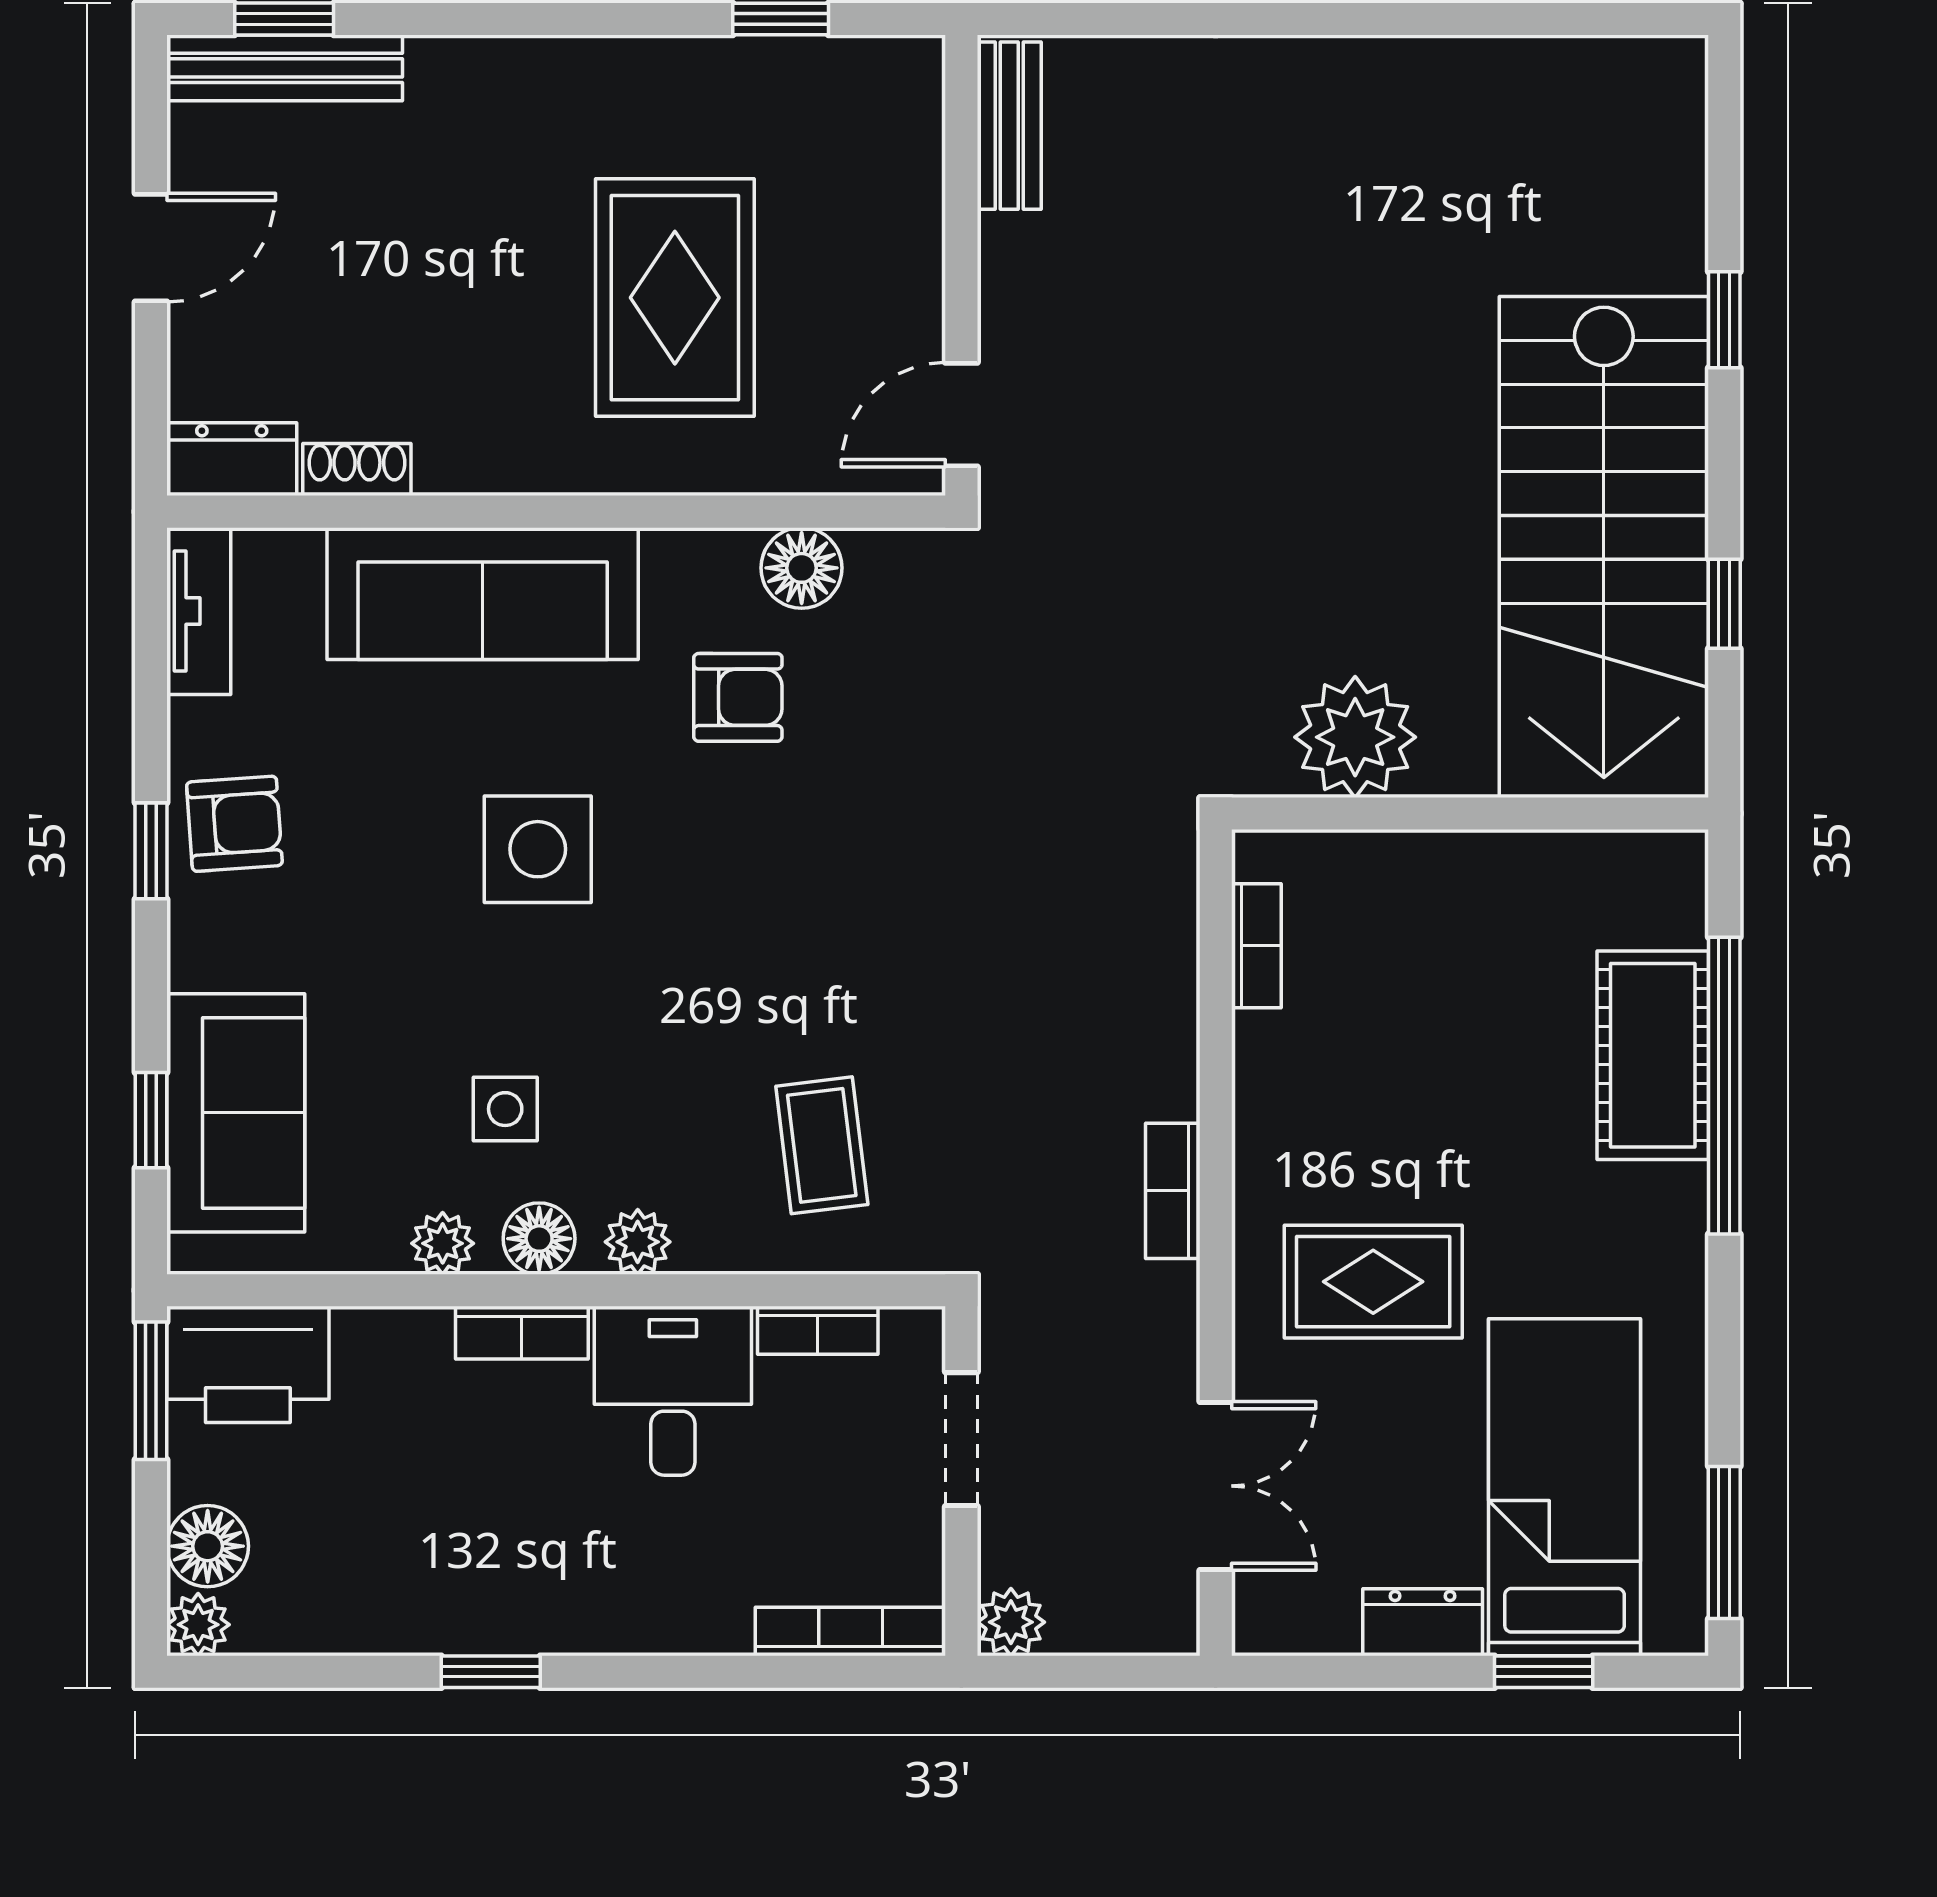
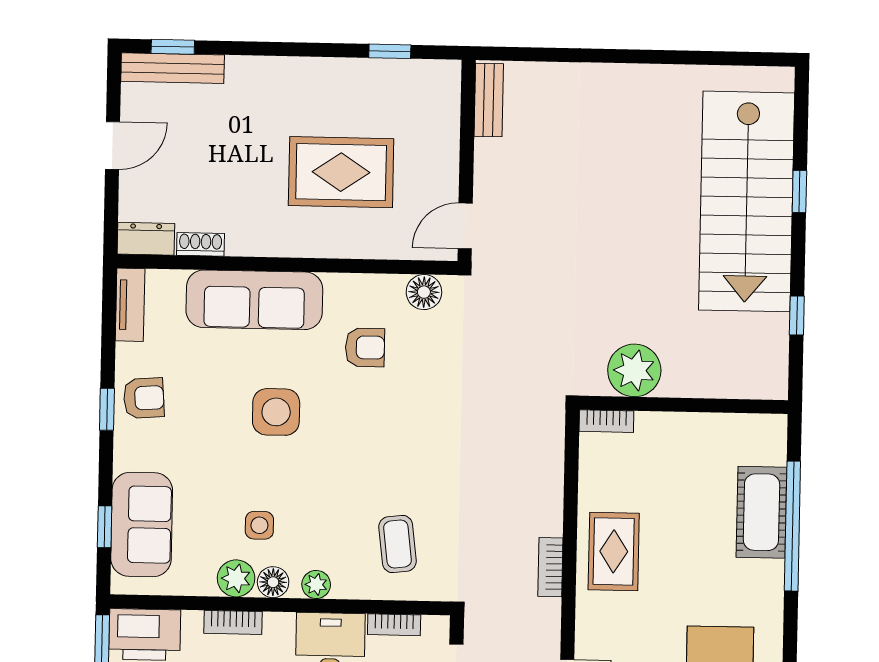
rug: (675, 298) -> (341, 172), turned 90
stairs: (1604, 547) -> (747, 201), moved
floor lamp: (802, 568) -> (424, 292), moved
bookcase: (1256, 946) -> (606, 421), moved, turned 90
plant: (443, 1243) -> (236, 578), width x1.38, depth x1.38
rug: (1373, 1282) -> (614, 551), moved, turned 90
bookcase: (522, 1333) -> (233, 622), moved

